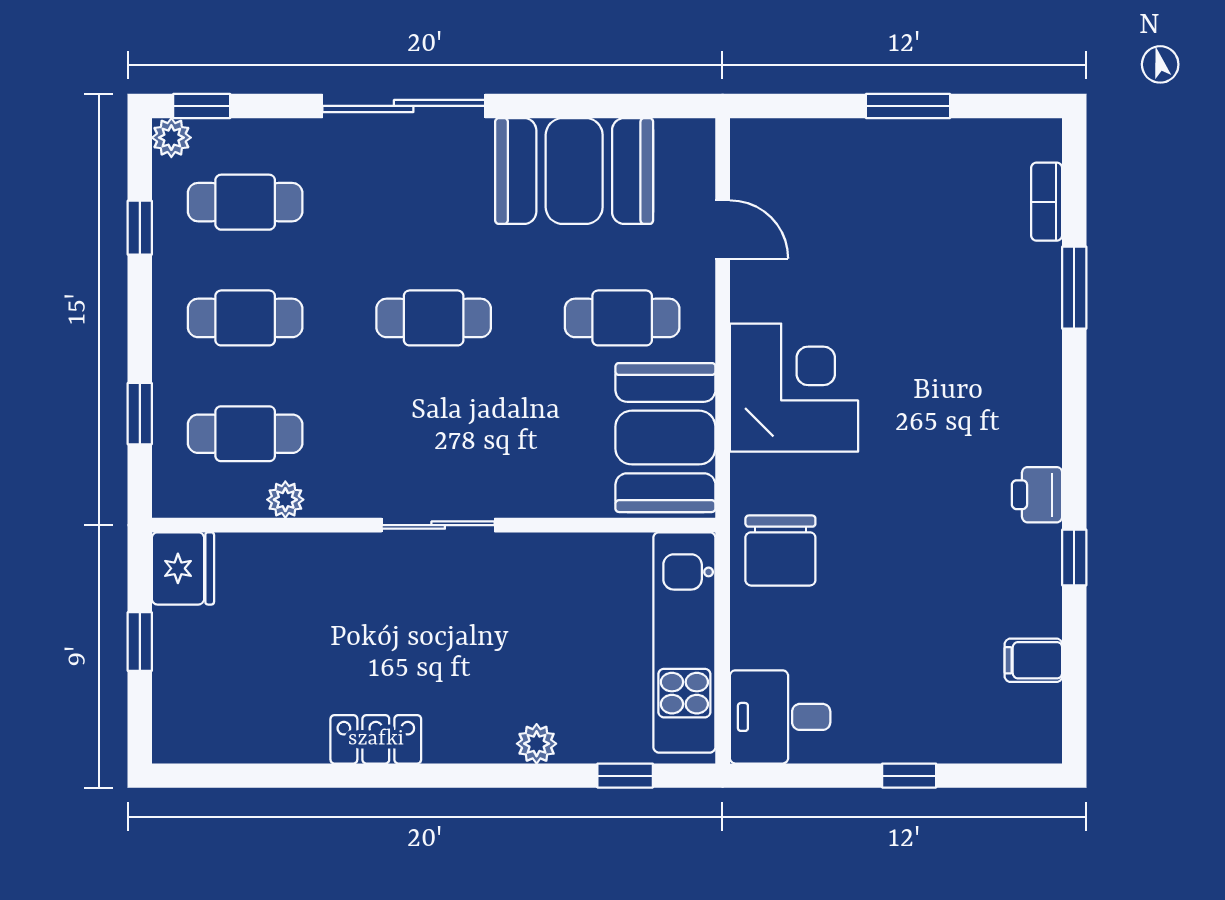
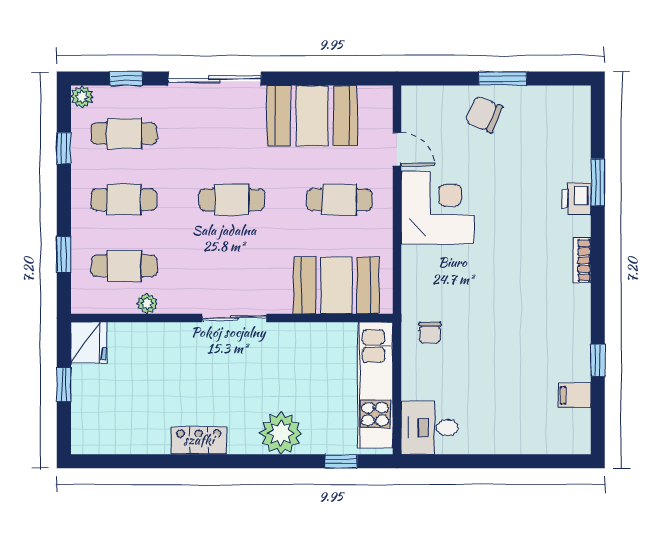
window: (202, 106) -> (126, 79), moved
chair: (875, 168) -> (484, 114), added
bookcase: (1047, 202) -> (582, 260), moved
corner desk: (794, 388) -> (438, 208), moved
booth: (665, 438) -> (336, 285), moved, turned 90
printer: (1037, 495) -> (577, 199), moved
chair: (780, 550) -> (430, 333), width x0.54, depth x0.54
window: (1074, 558) -> (598, 360), moved
plant: (537, 744) -> (281, 433), width x1.87, depth x1.87
window: (909, 776) -> (503, 461), removed

